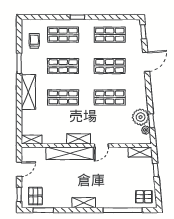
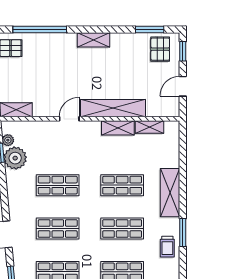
trolley: (34, 41) -> (167, 247), moved
shelving: (79, 139) -> (118, 128), moved
shelving: (32, 140) -> (149, 127), moved

